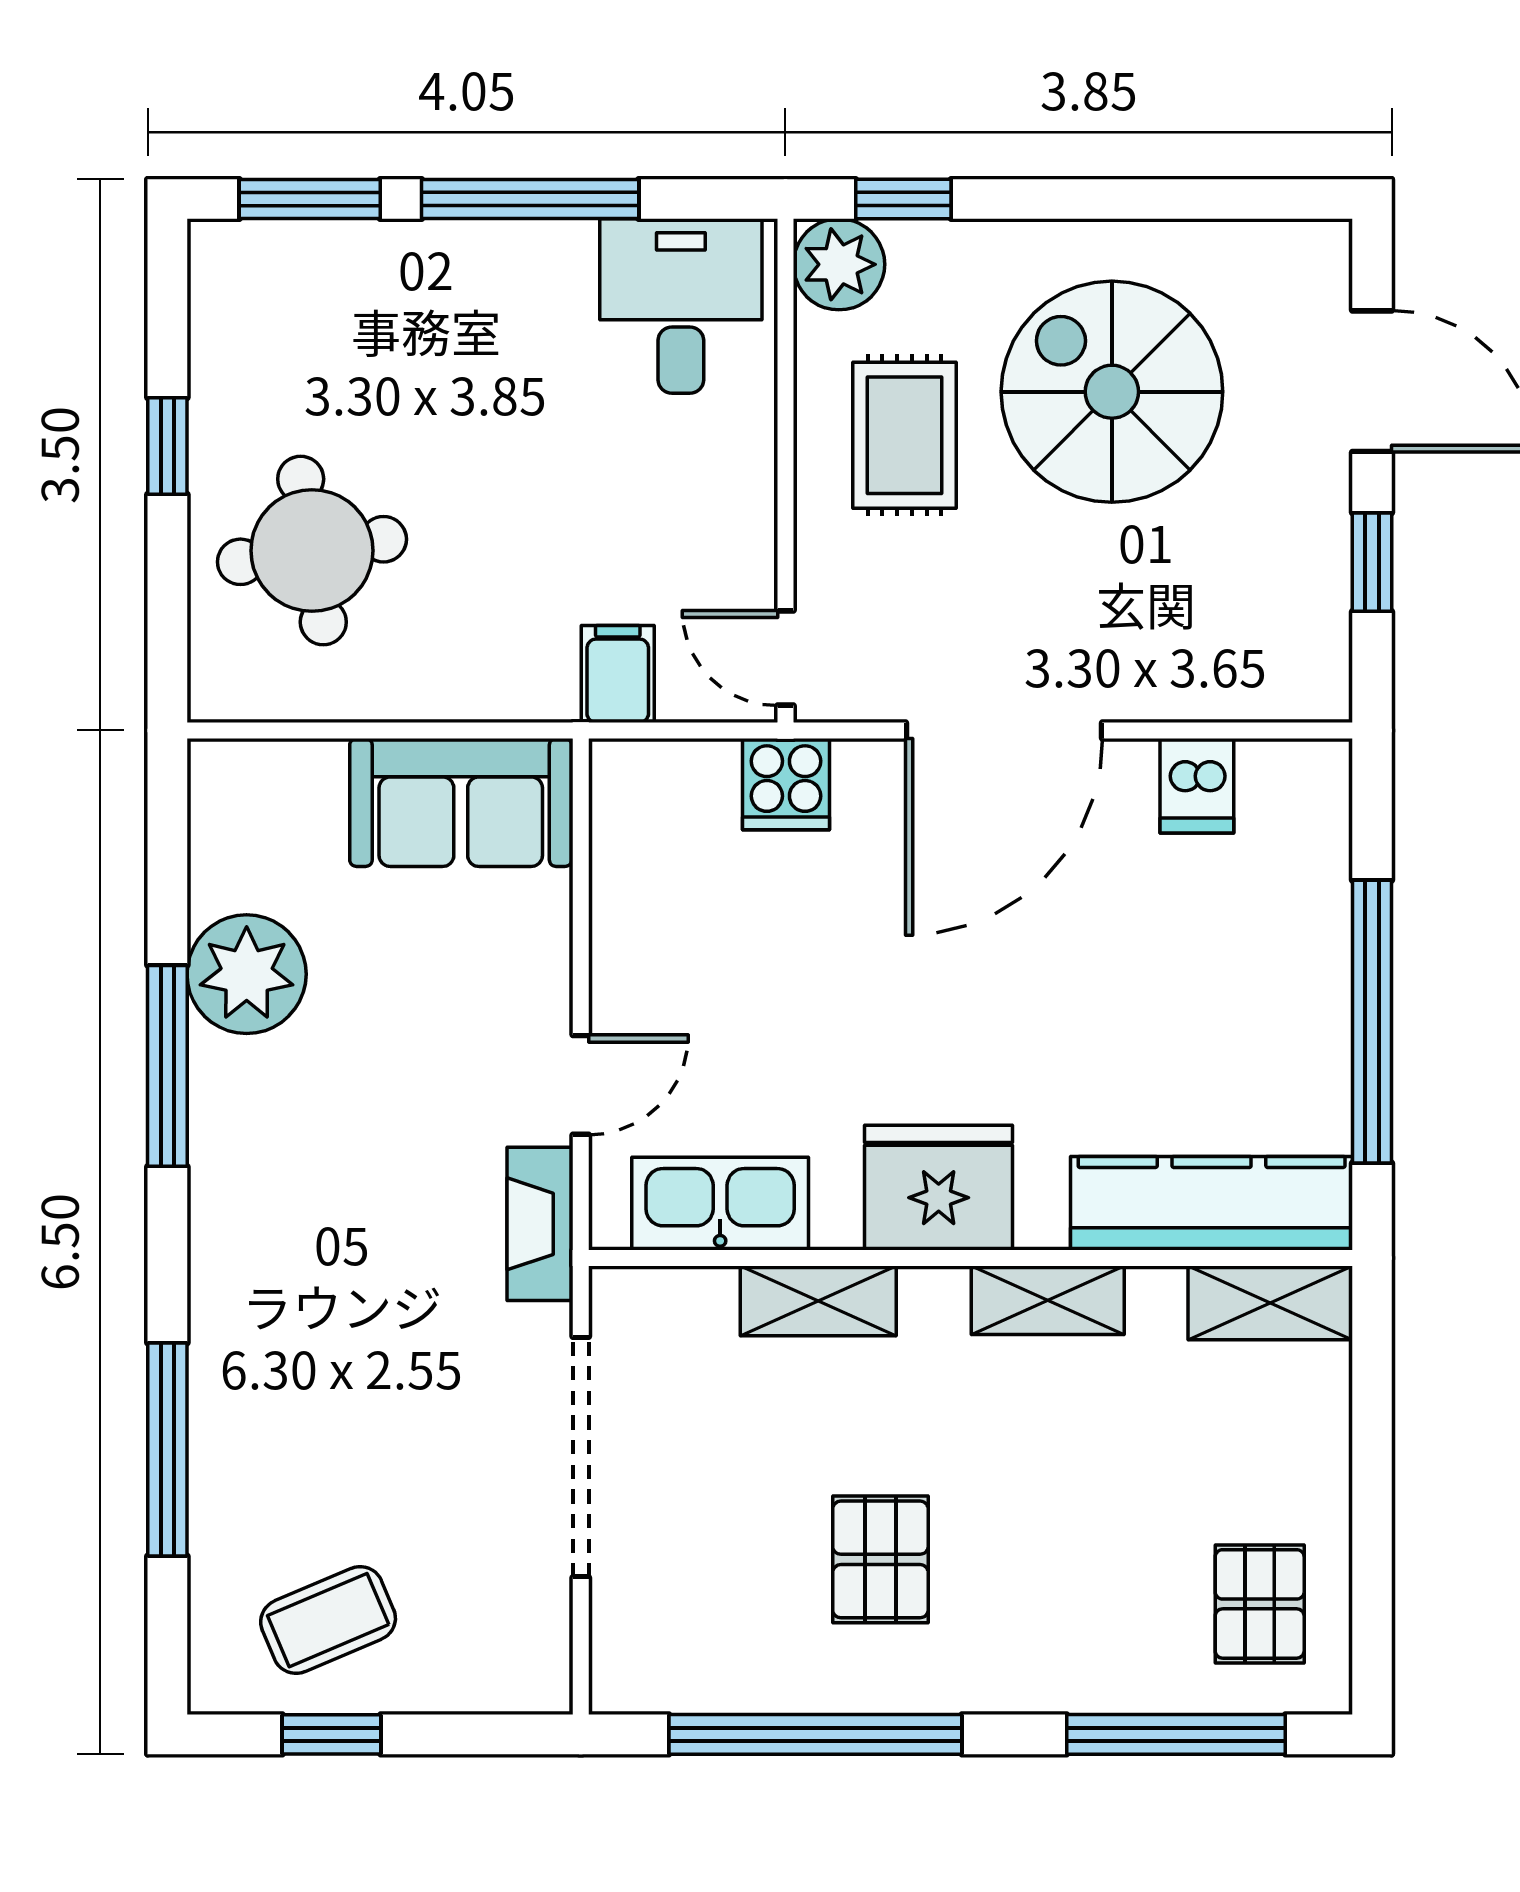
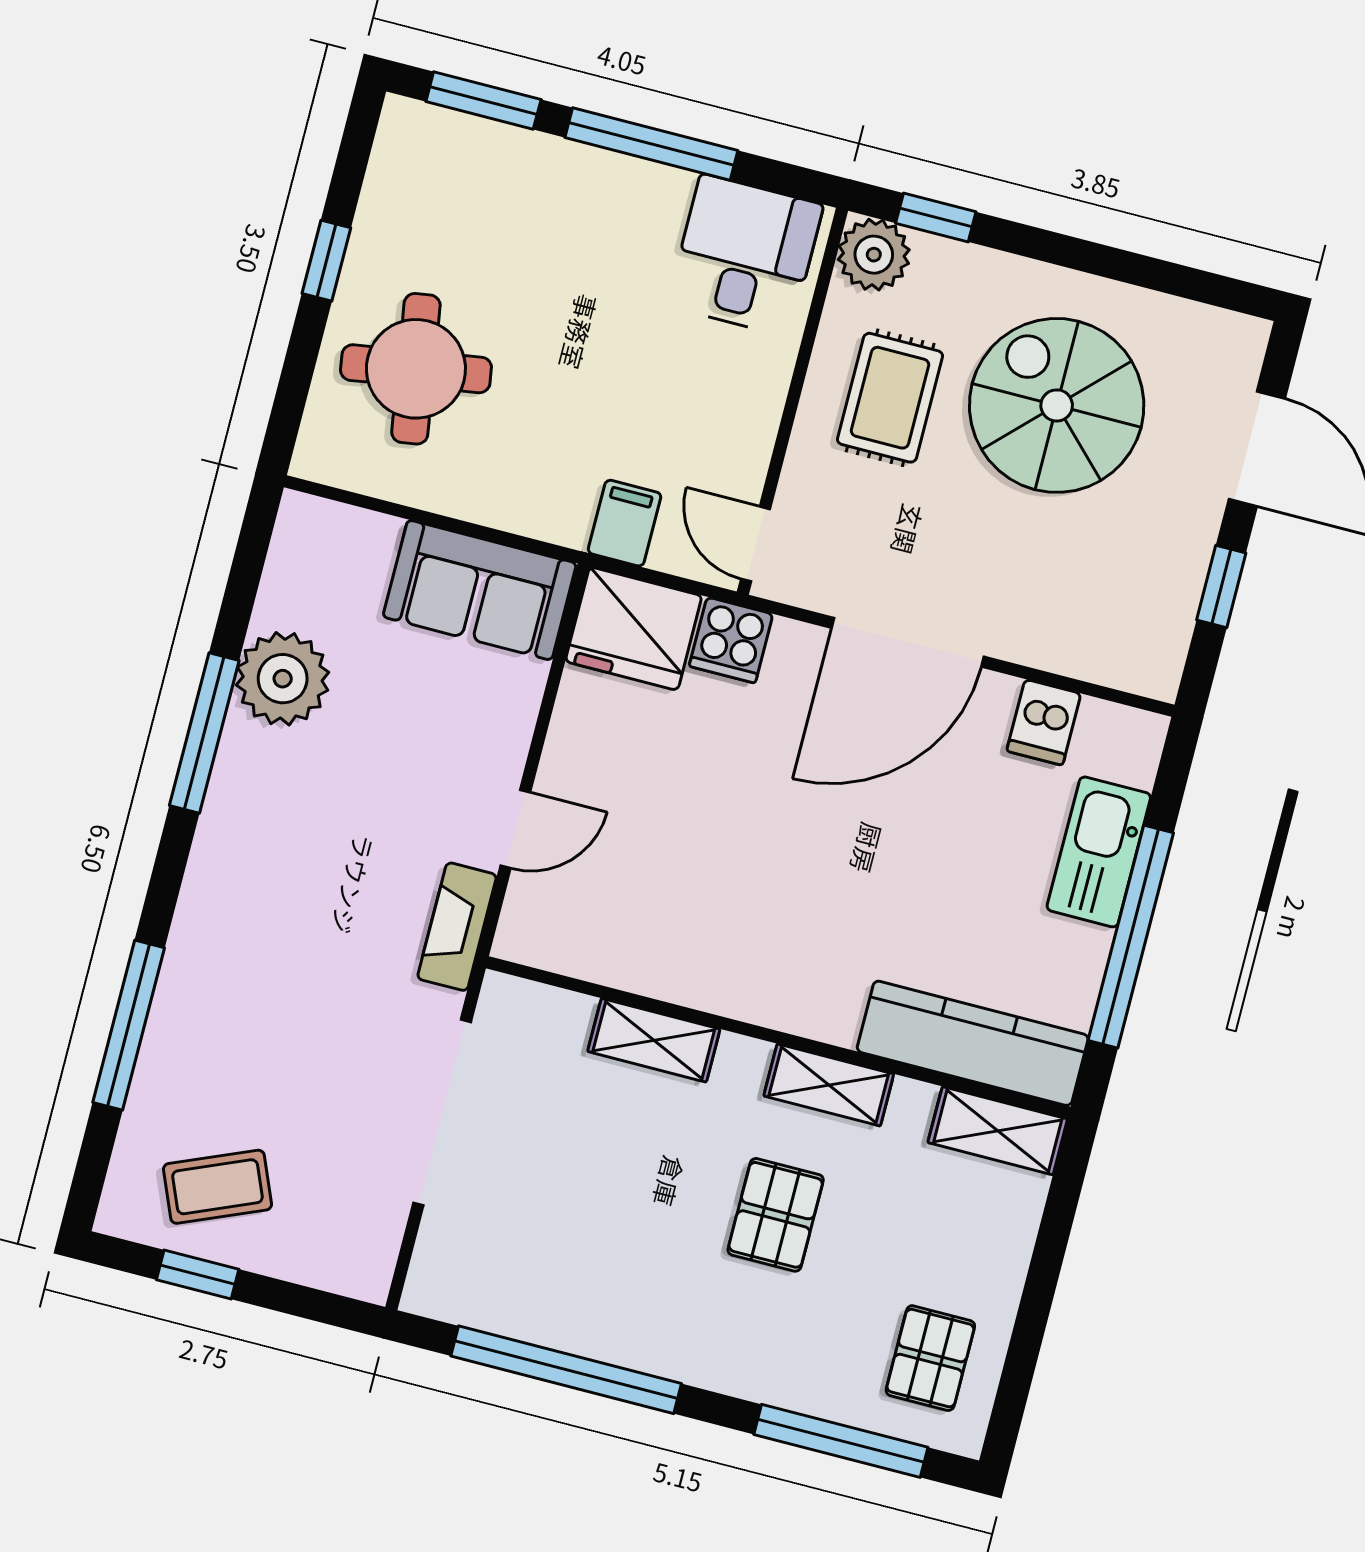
fridge: (939, 1188) -> (634, 629), moved, turned 180
kitchen sink: (720, 1204) -> (1099, 852), moved, turned -90
pallet: (880, 1559) -> (776, 1215), moved

